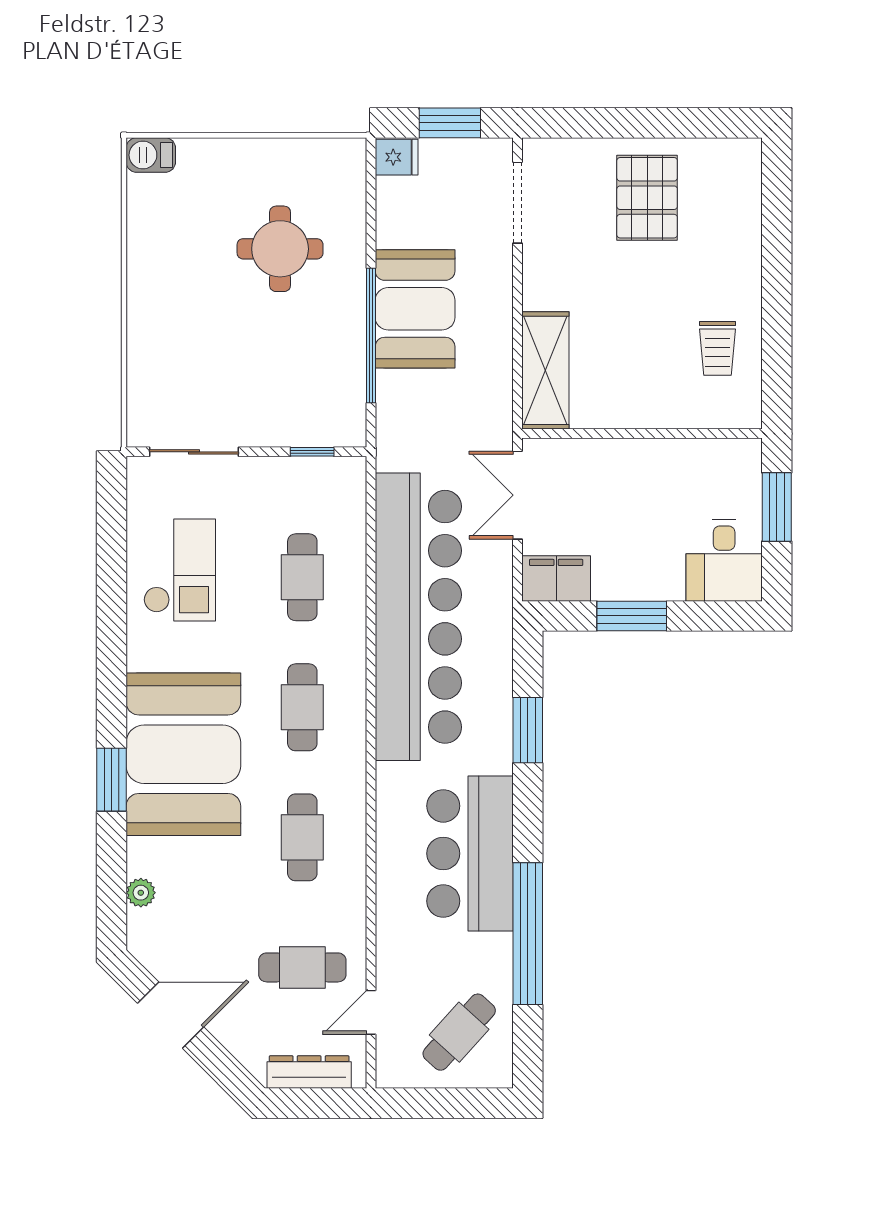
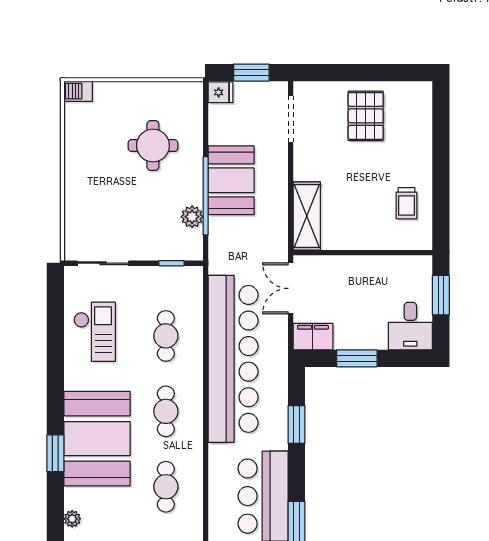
plant: (347, 372) -> (192, 217), added

